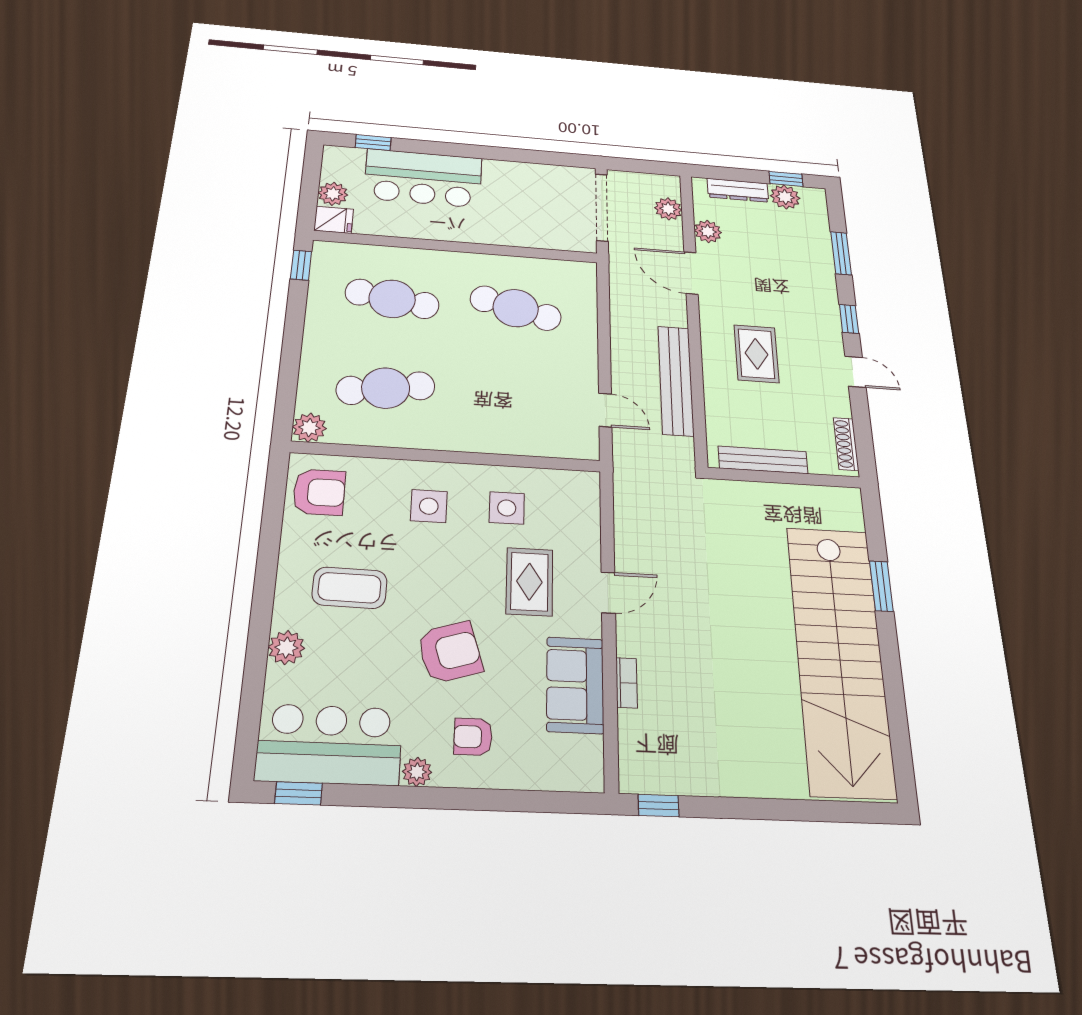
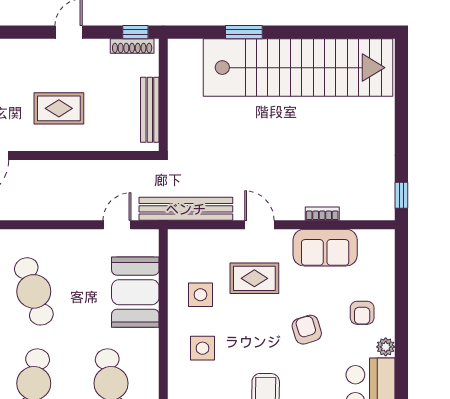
cafe table: (516, 308) -> (34, 291), turned -33
window: (849, 319) -> (135, 32), moved
bench: (676, 380) -> (186, 209), moved
booth: (512, 426) -> (135, 292), added
armchair: (450, 652) -> (307, 330), width x0.72, depth x0.72

